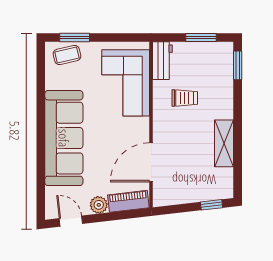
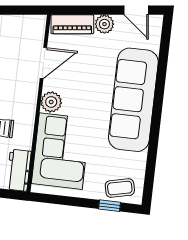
window: (75, 38) -> (109, 206), width x0.67
plant: (140, 127) -> (51, 102), added
door: (151, 162) -> (43, 63), width x0.73

